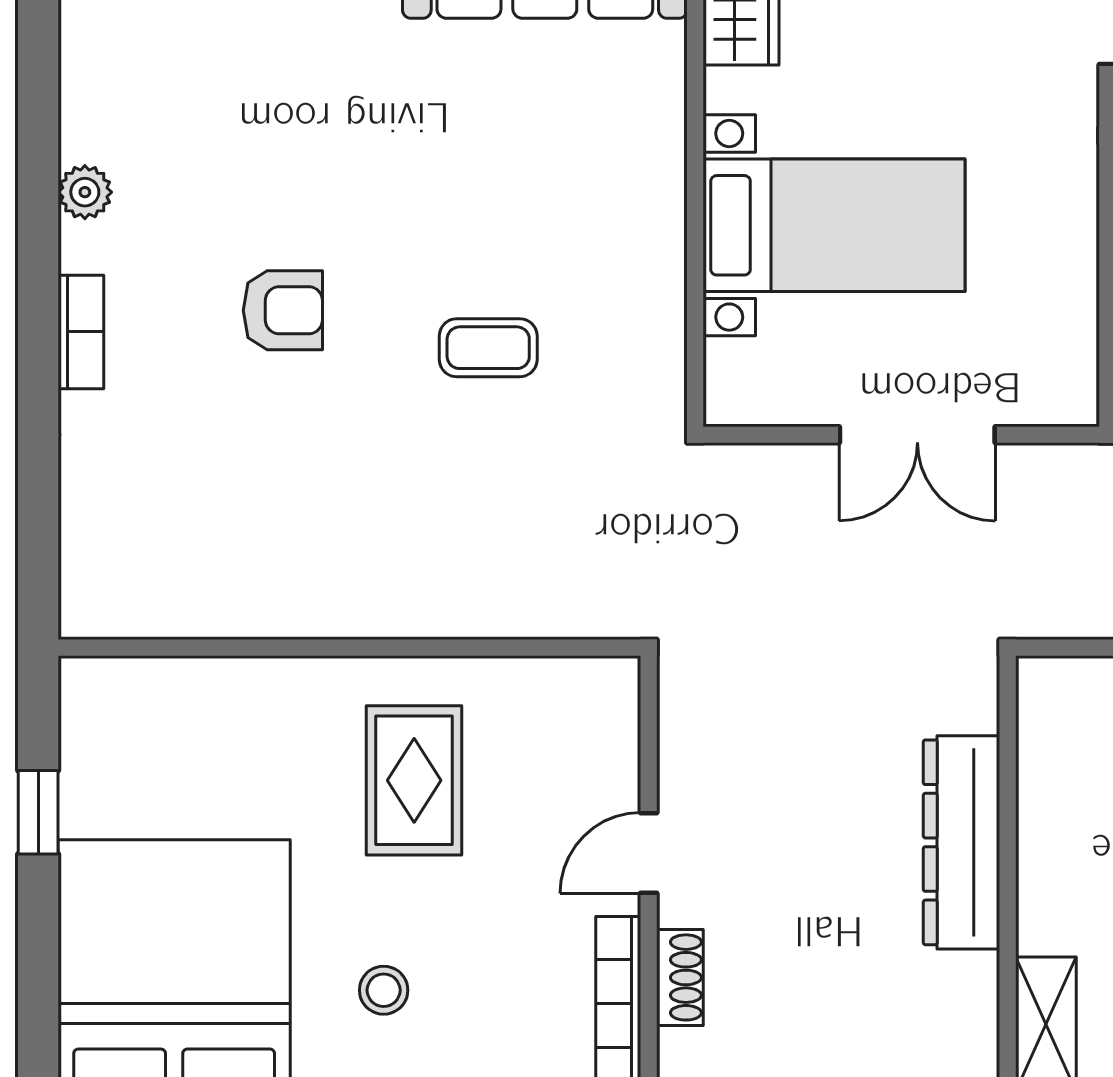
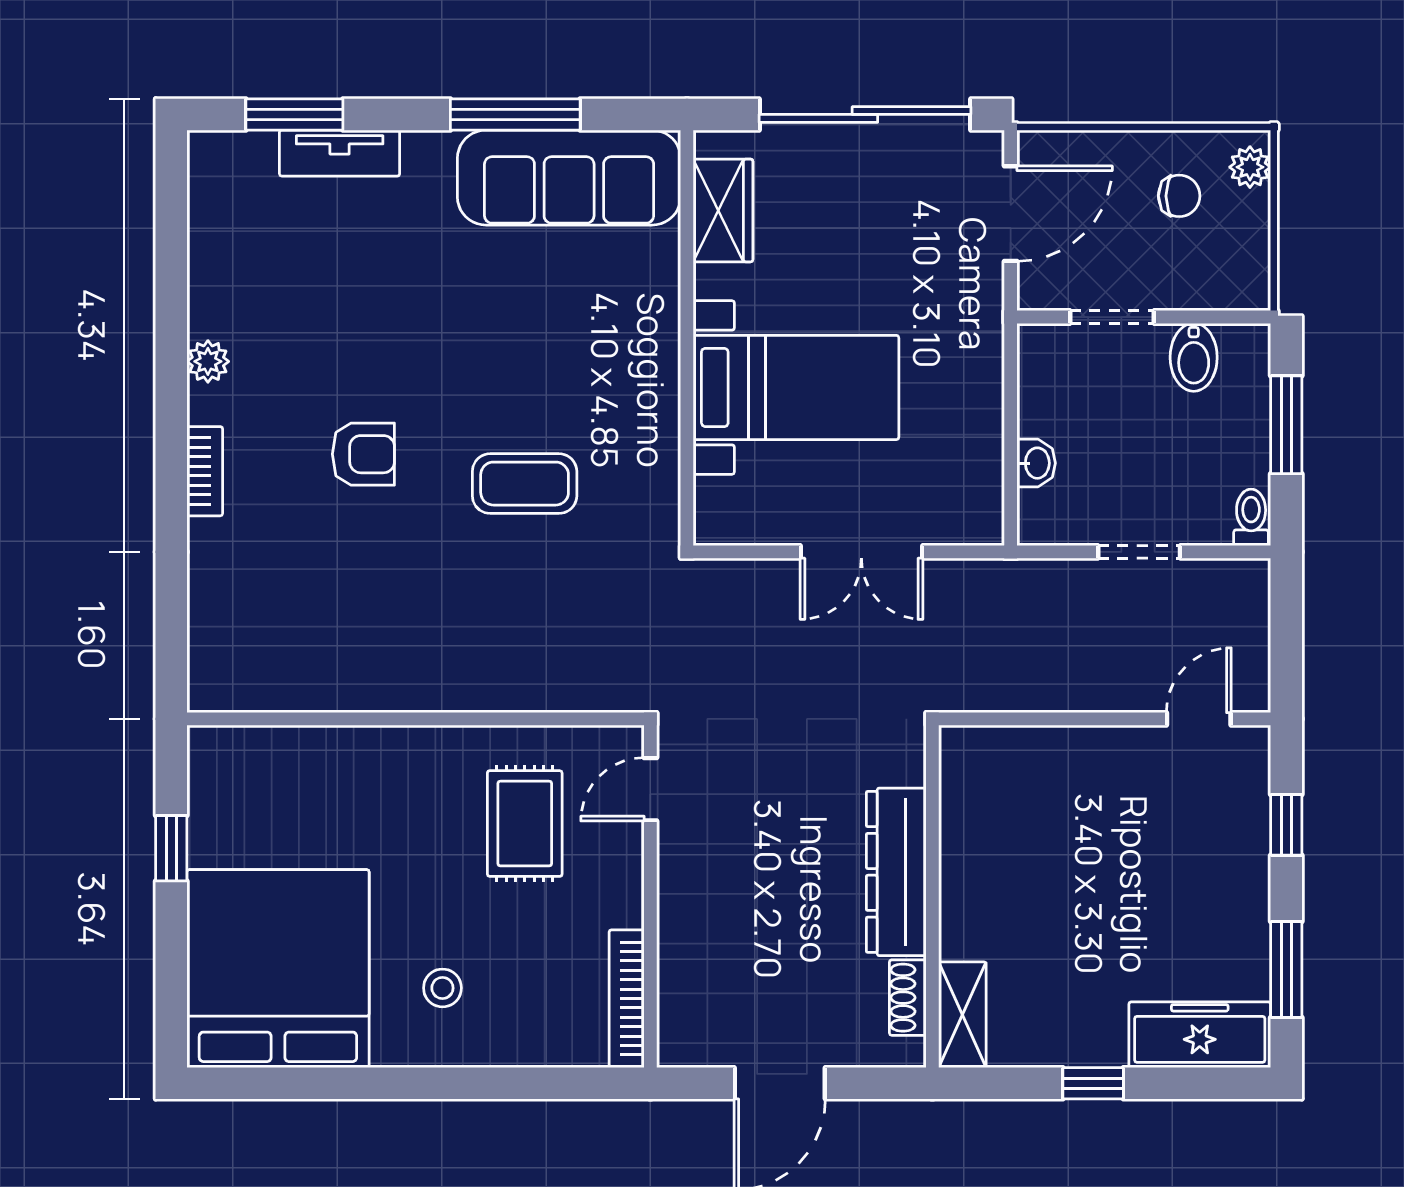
coffee table: (488, 348) -> (525, 484), width x1.36, depth x1.30
rug: (414, 780) -> (525, 824), moved
door: (649, 853) -> (650, 789), moved
shoe rack: (680, 977) -> (908, 998), moved, turned 180

